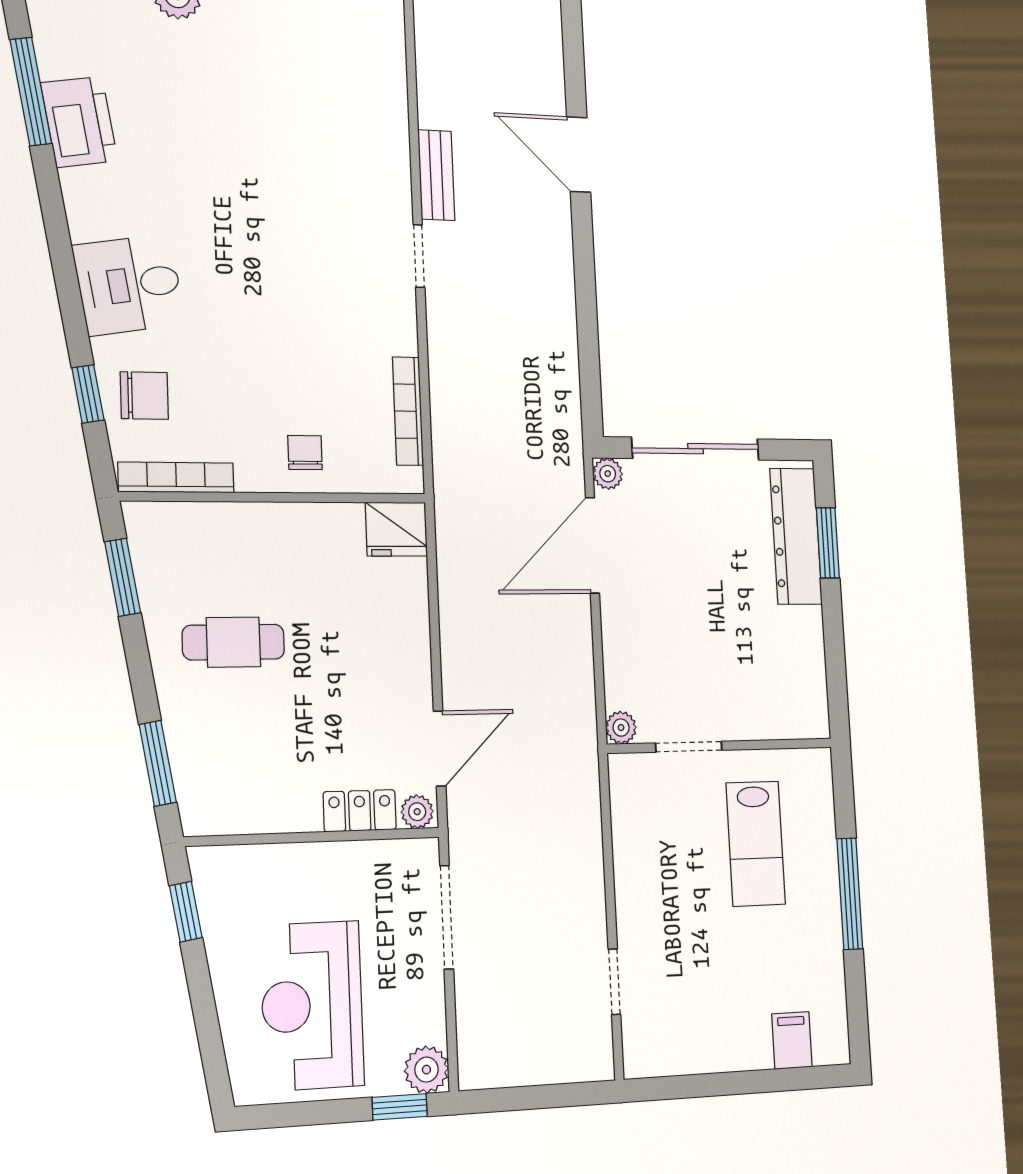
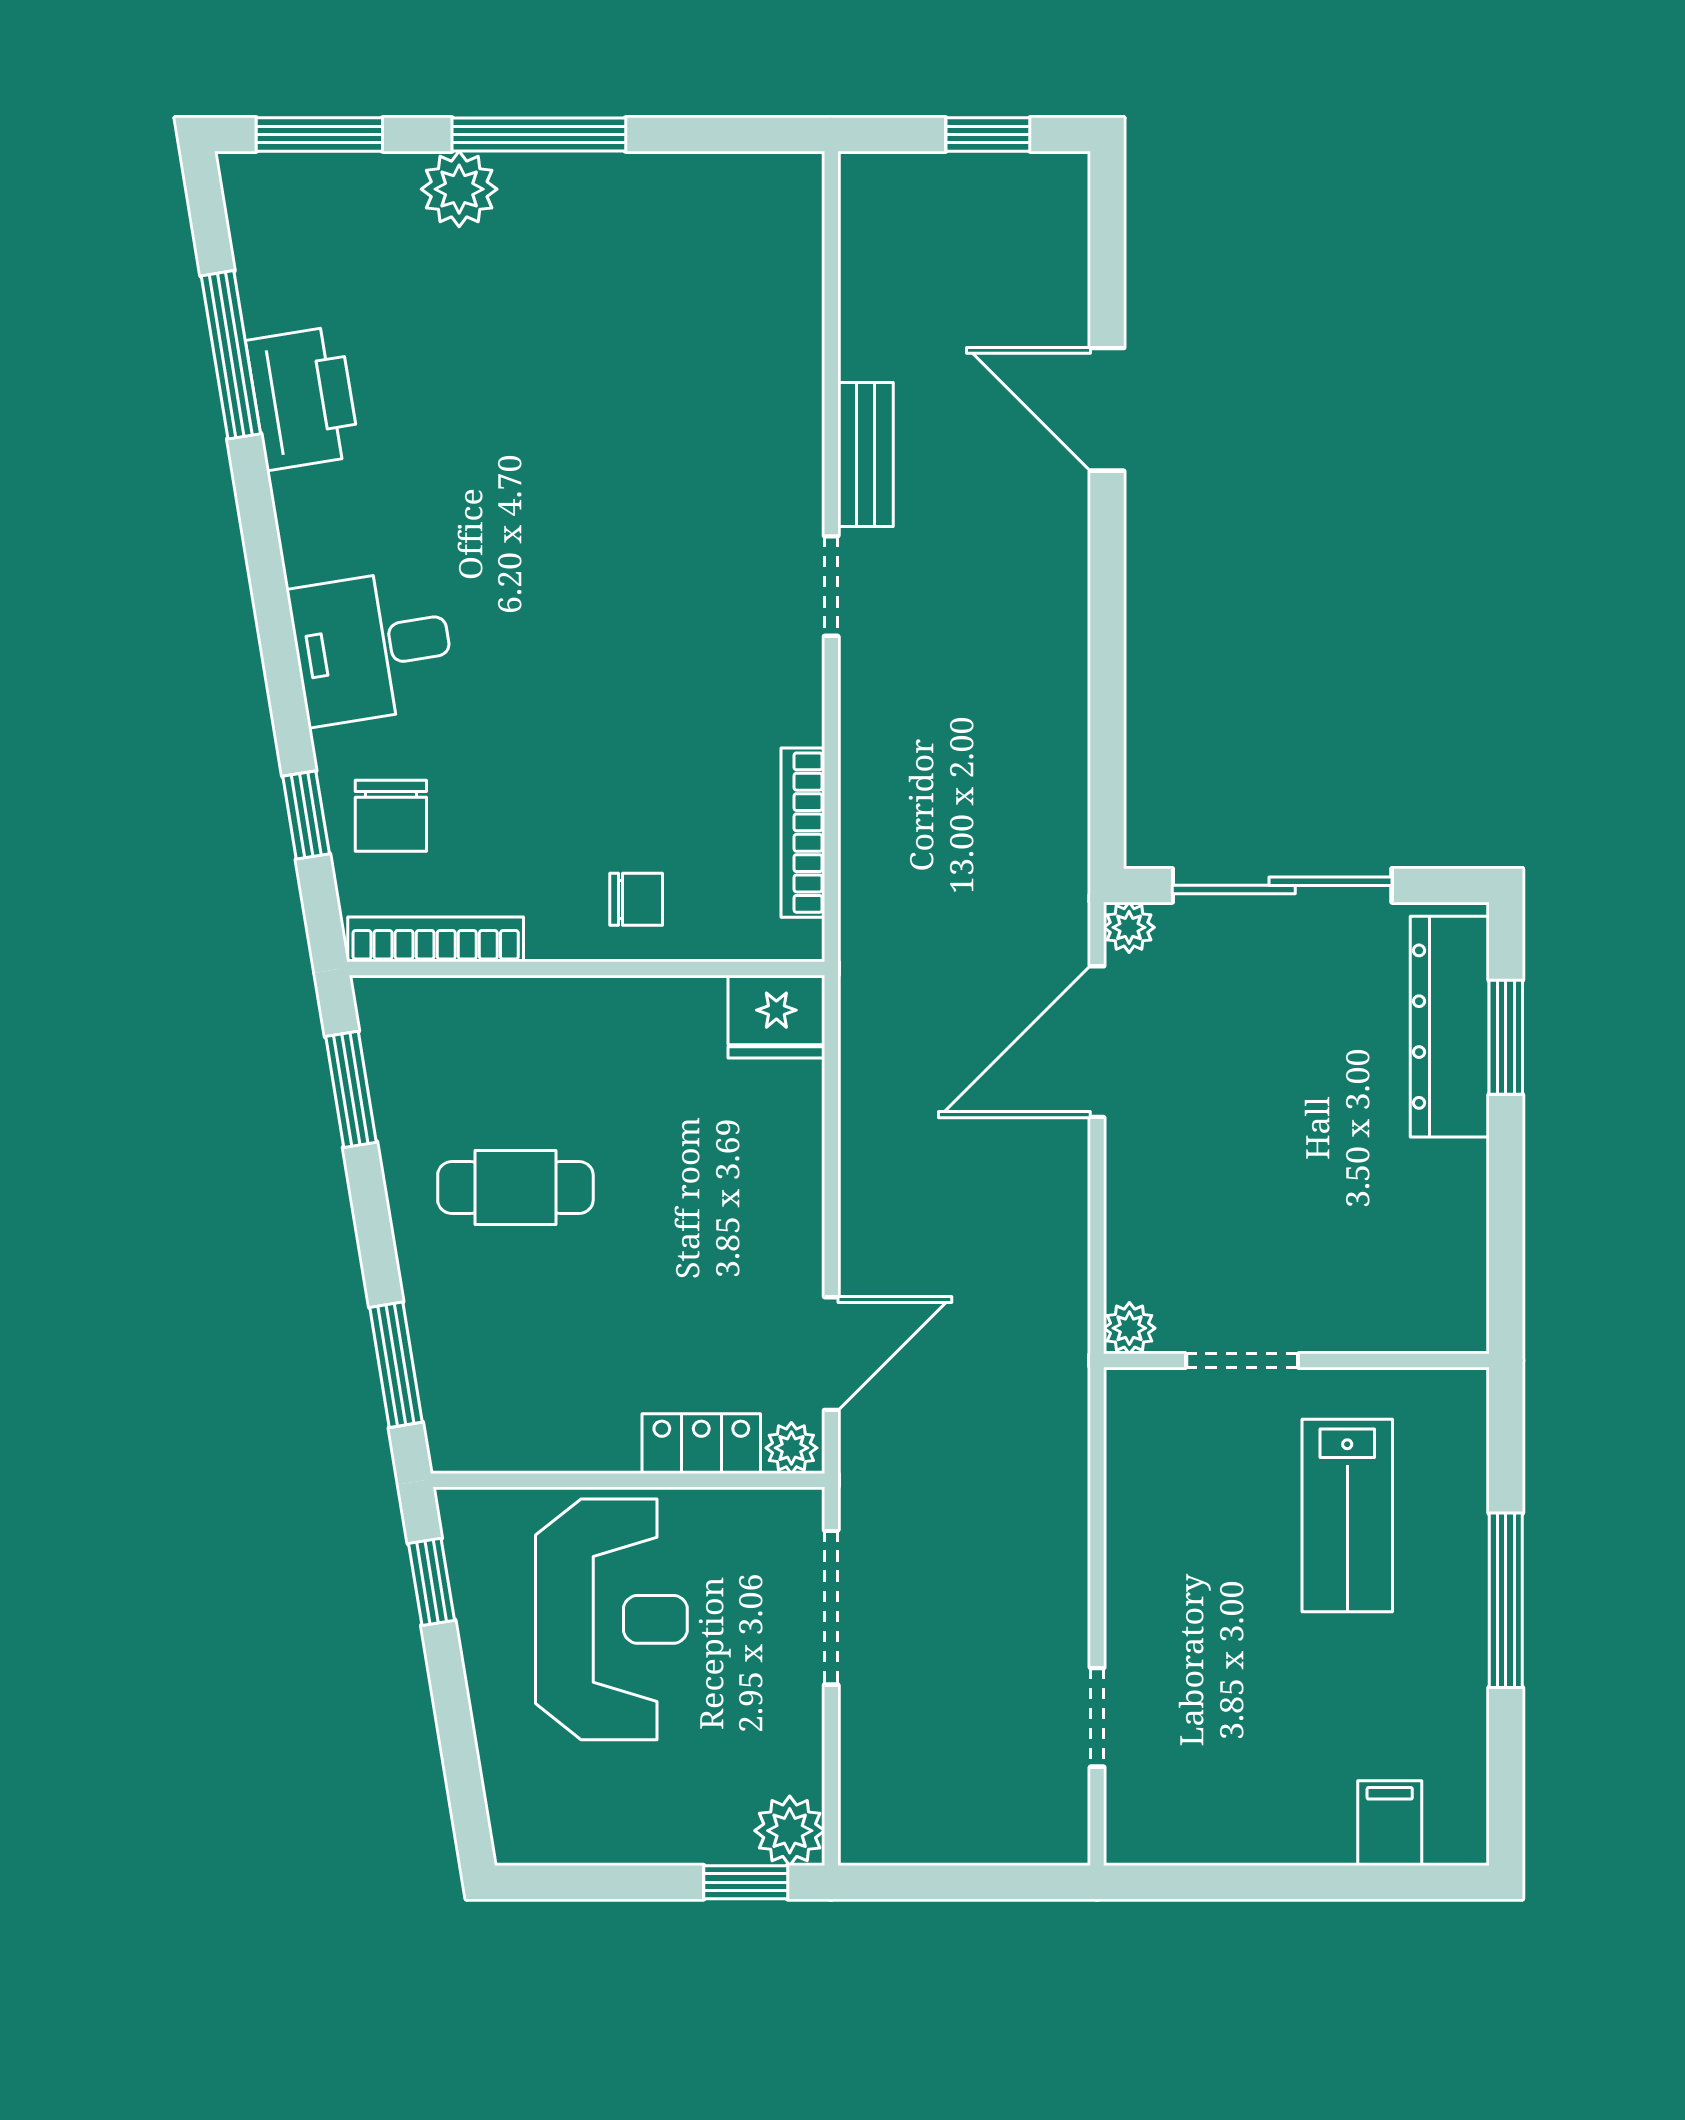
chair: (144, 396) -> (391, 816), turned 90
chair: (305, 452) -> (636, 899), turned 90
reception desk: (312, 1005) -> (611, 1619), moved, turned 180

